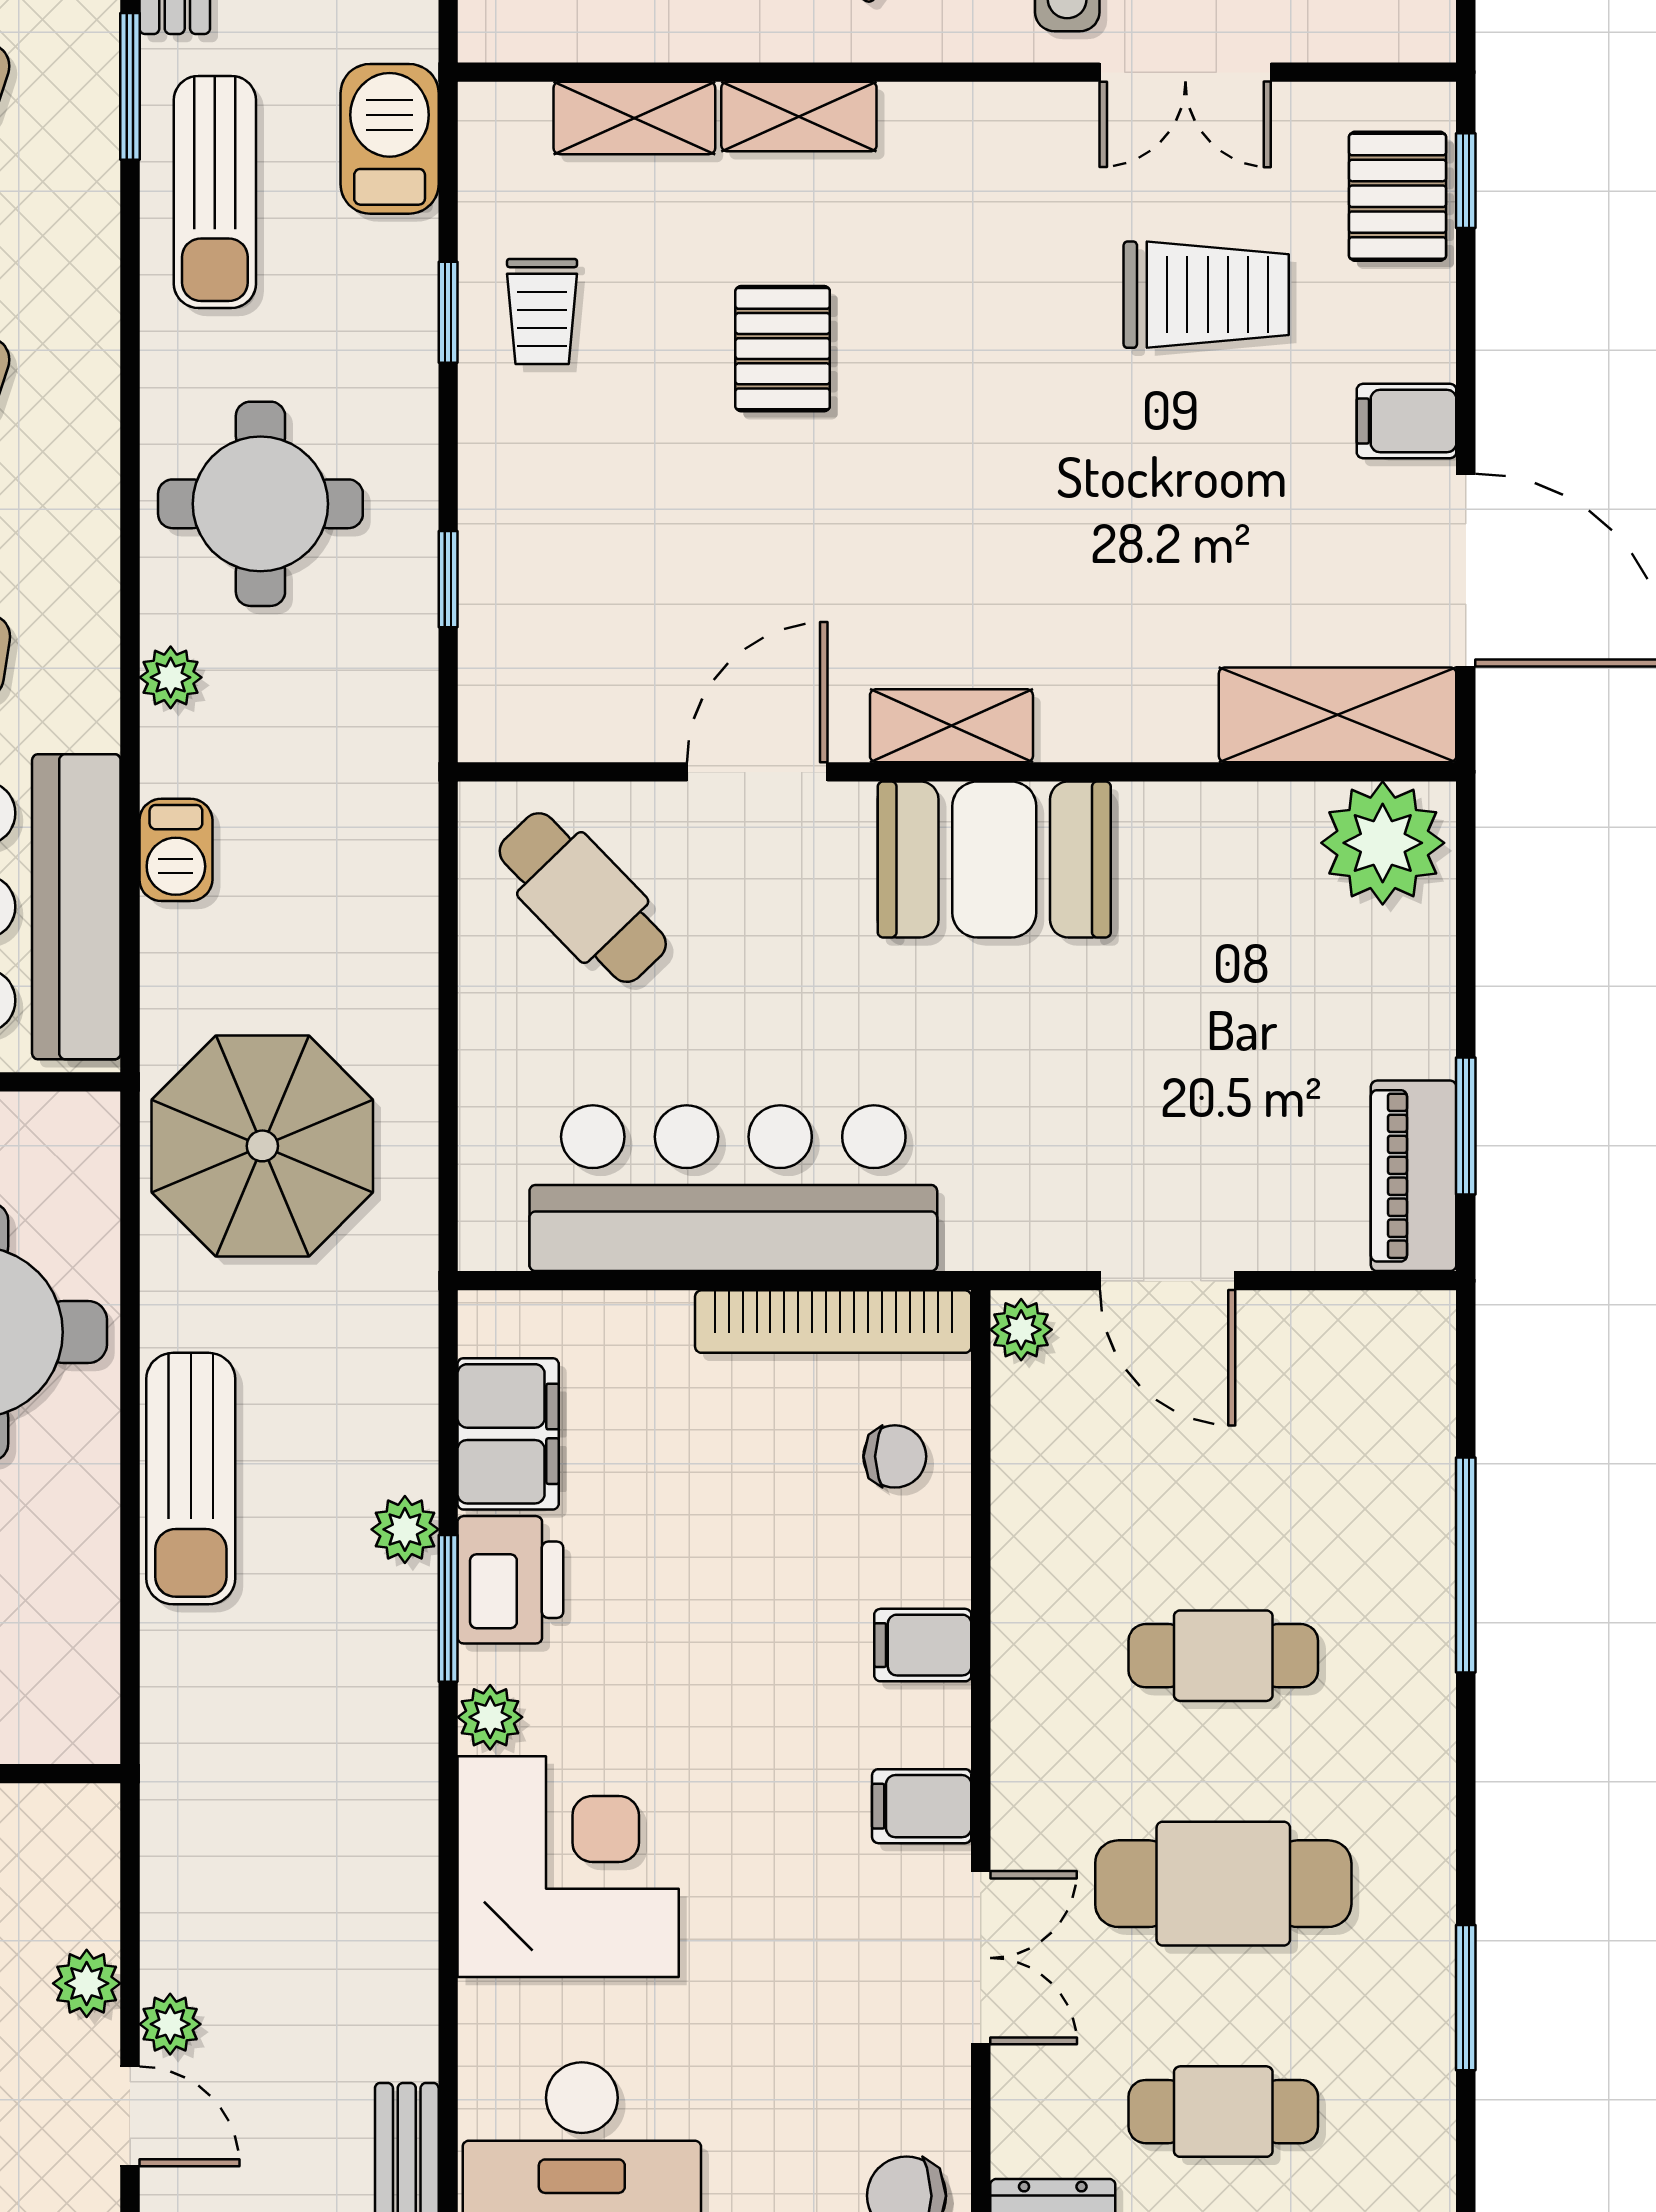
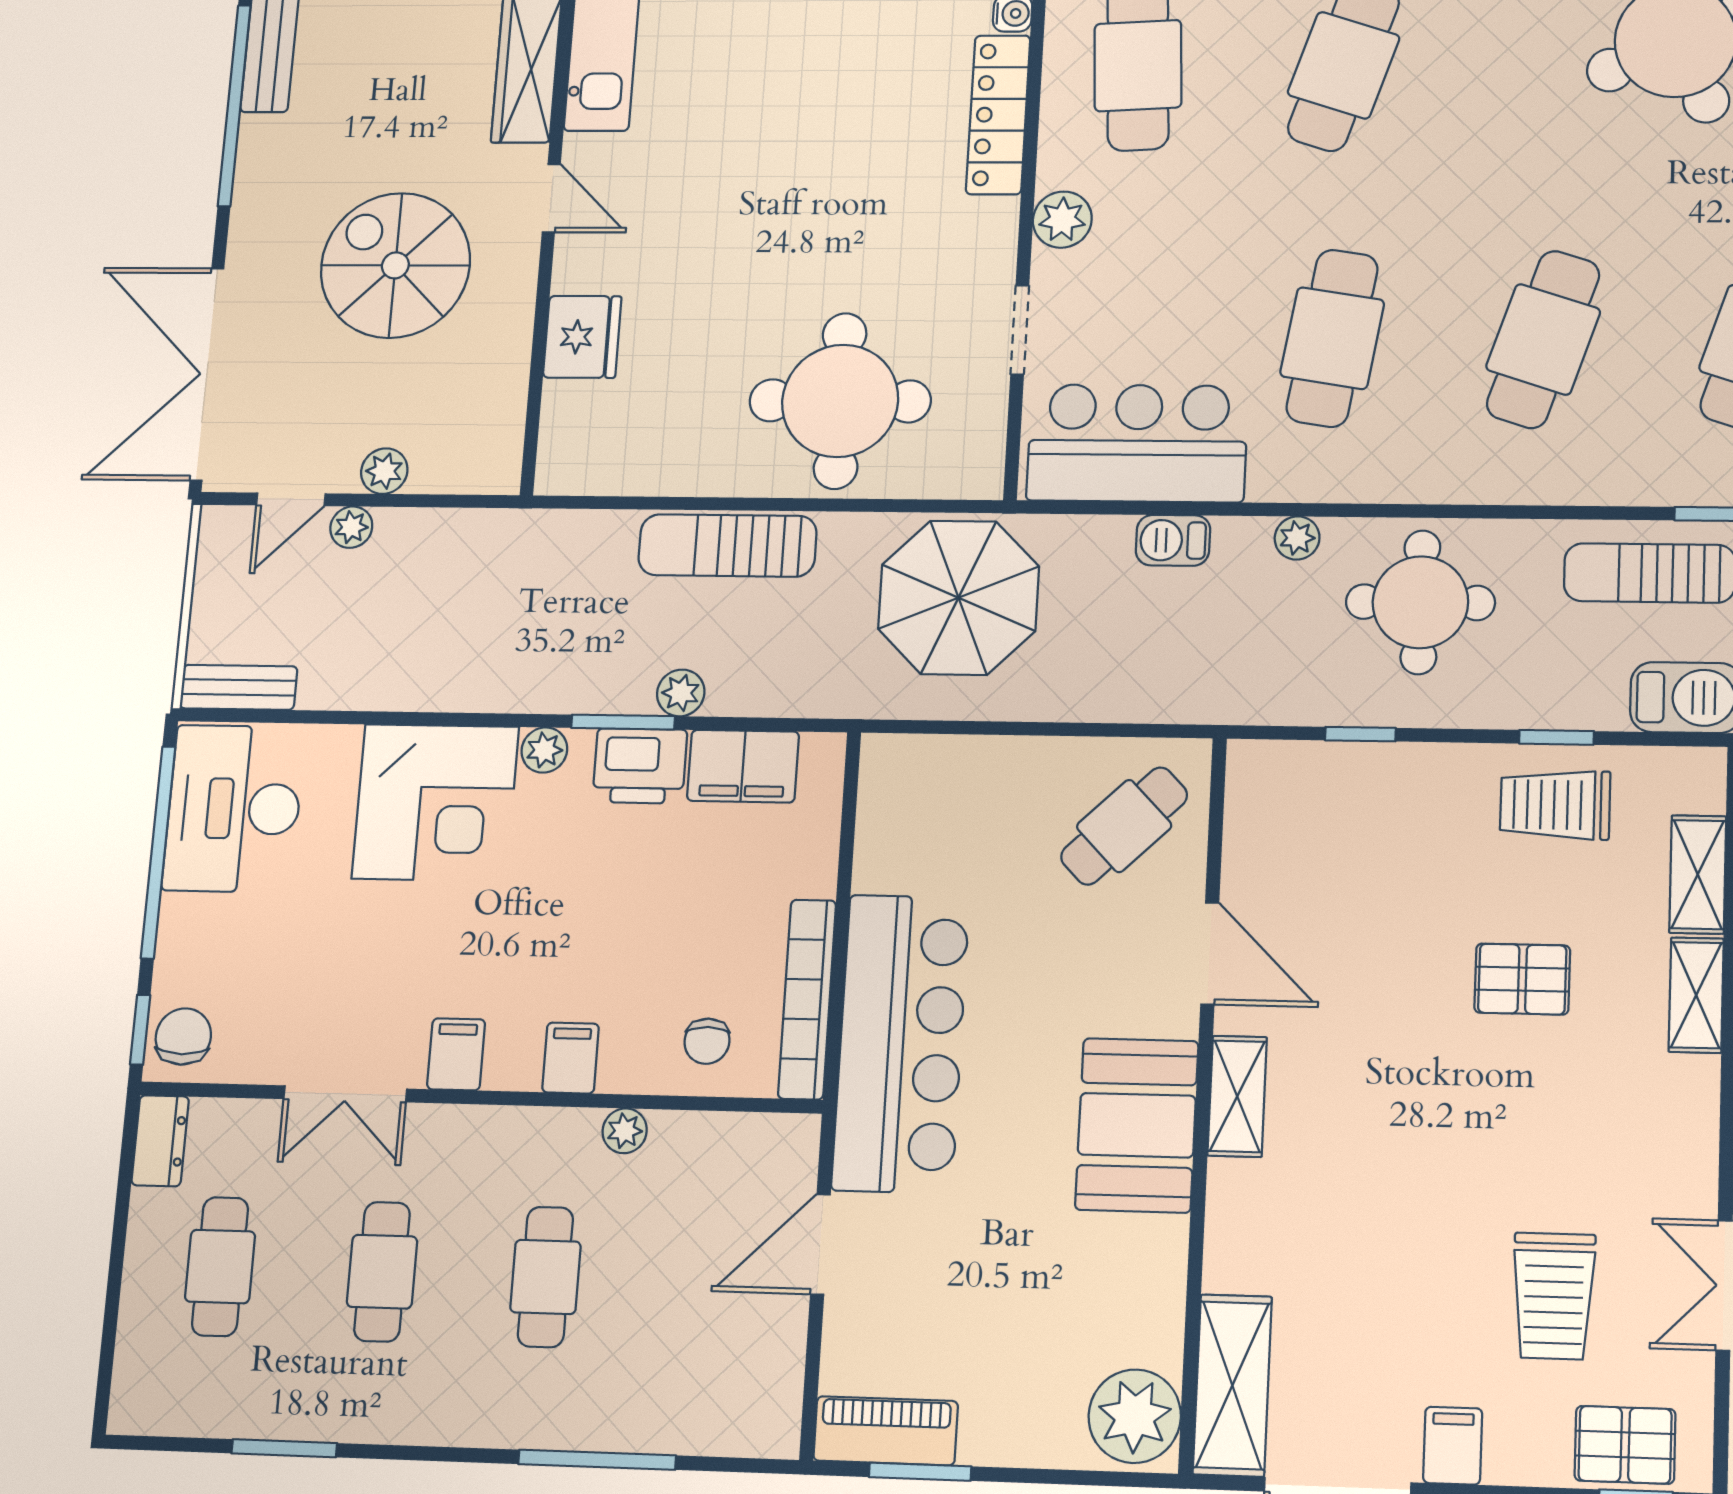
trolley: (542, 311) -> (1555, 805), width x1.36, depth x1.39
bar counter: (733, 1188) -> (901, 1043), moved
plant: (1021, 1330) -> (625, 1131), moved
cafe table: (1223, 1884) -> (382, 1272), width x0.73, depth x0.74

